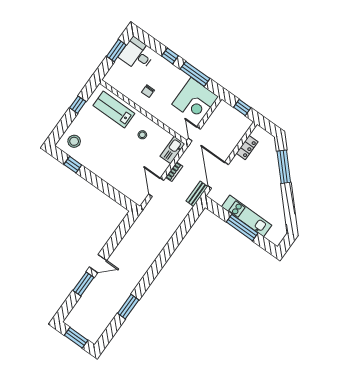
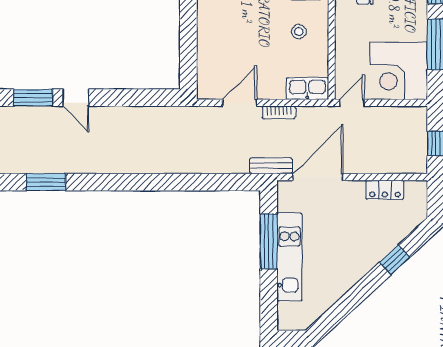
window: (284, 167) -> (395, 260), width x0.46
window: (242, 228) -> (269, 241), moved

